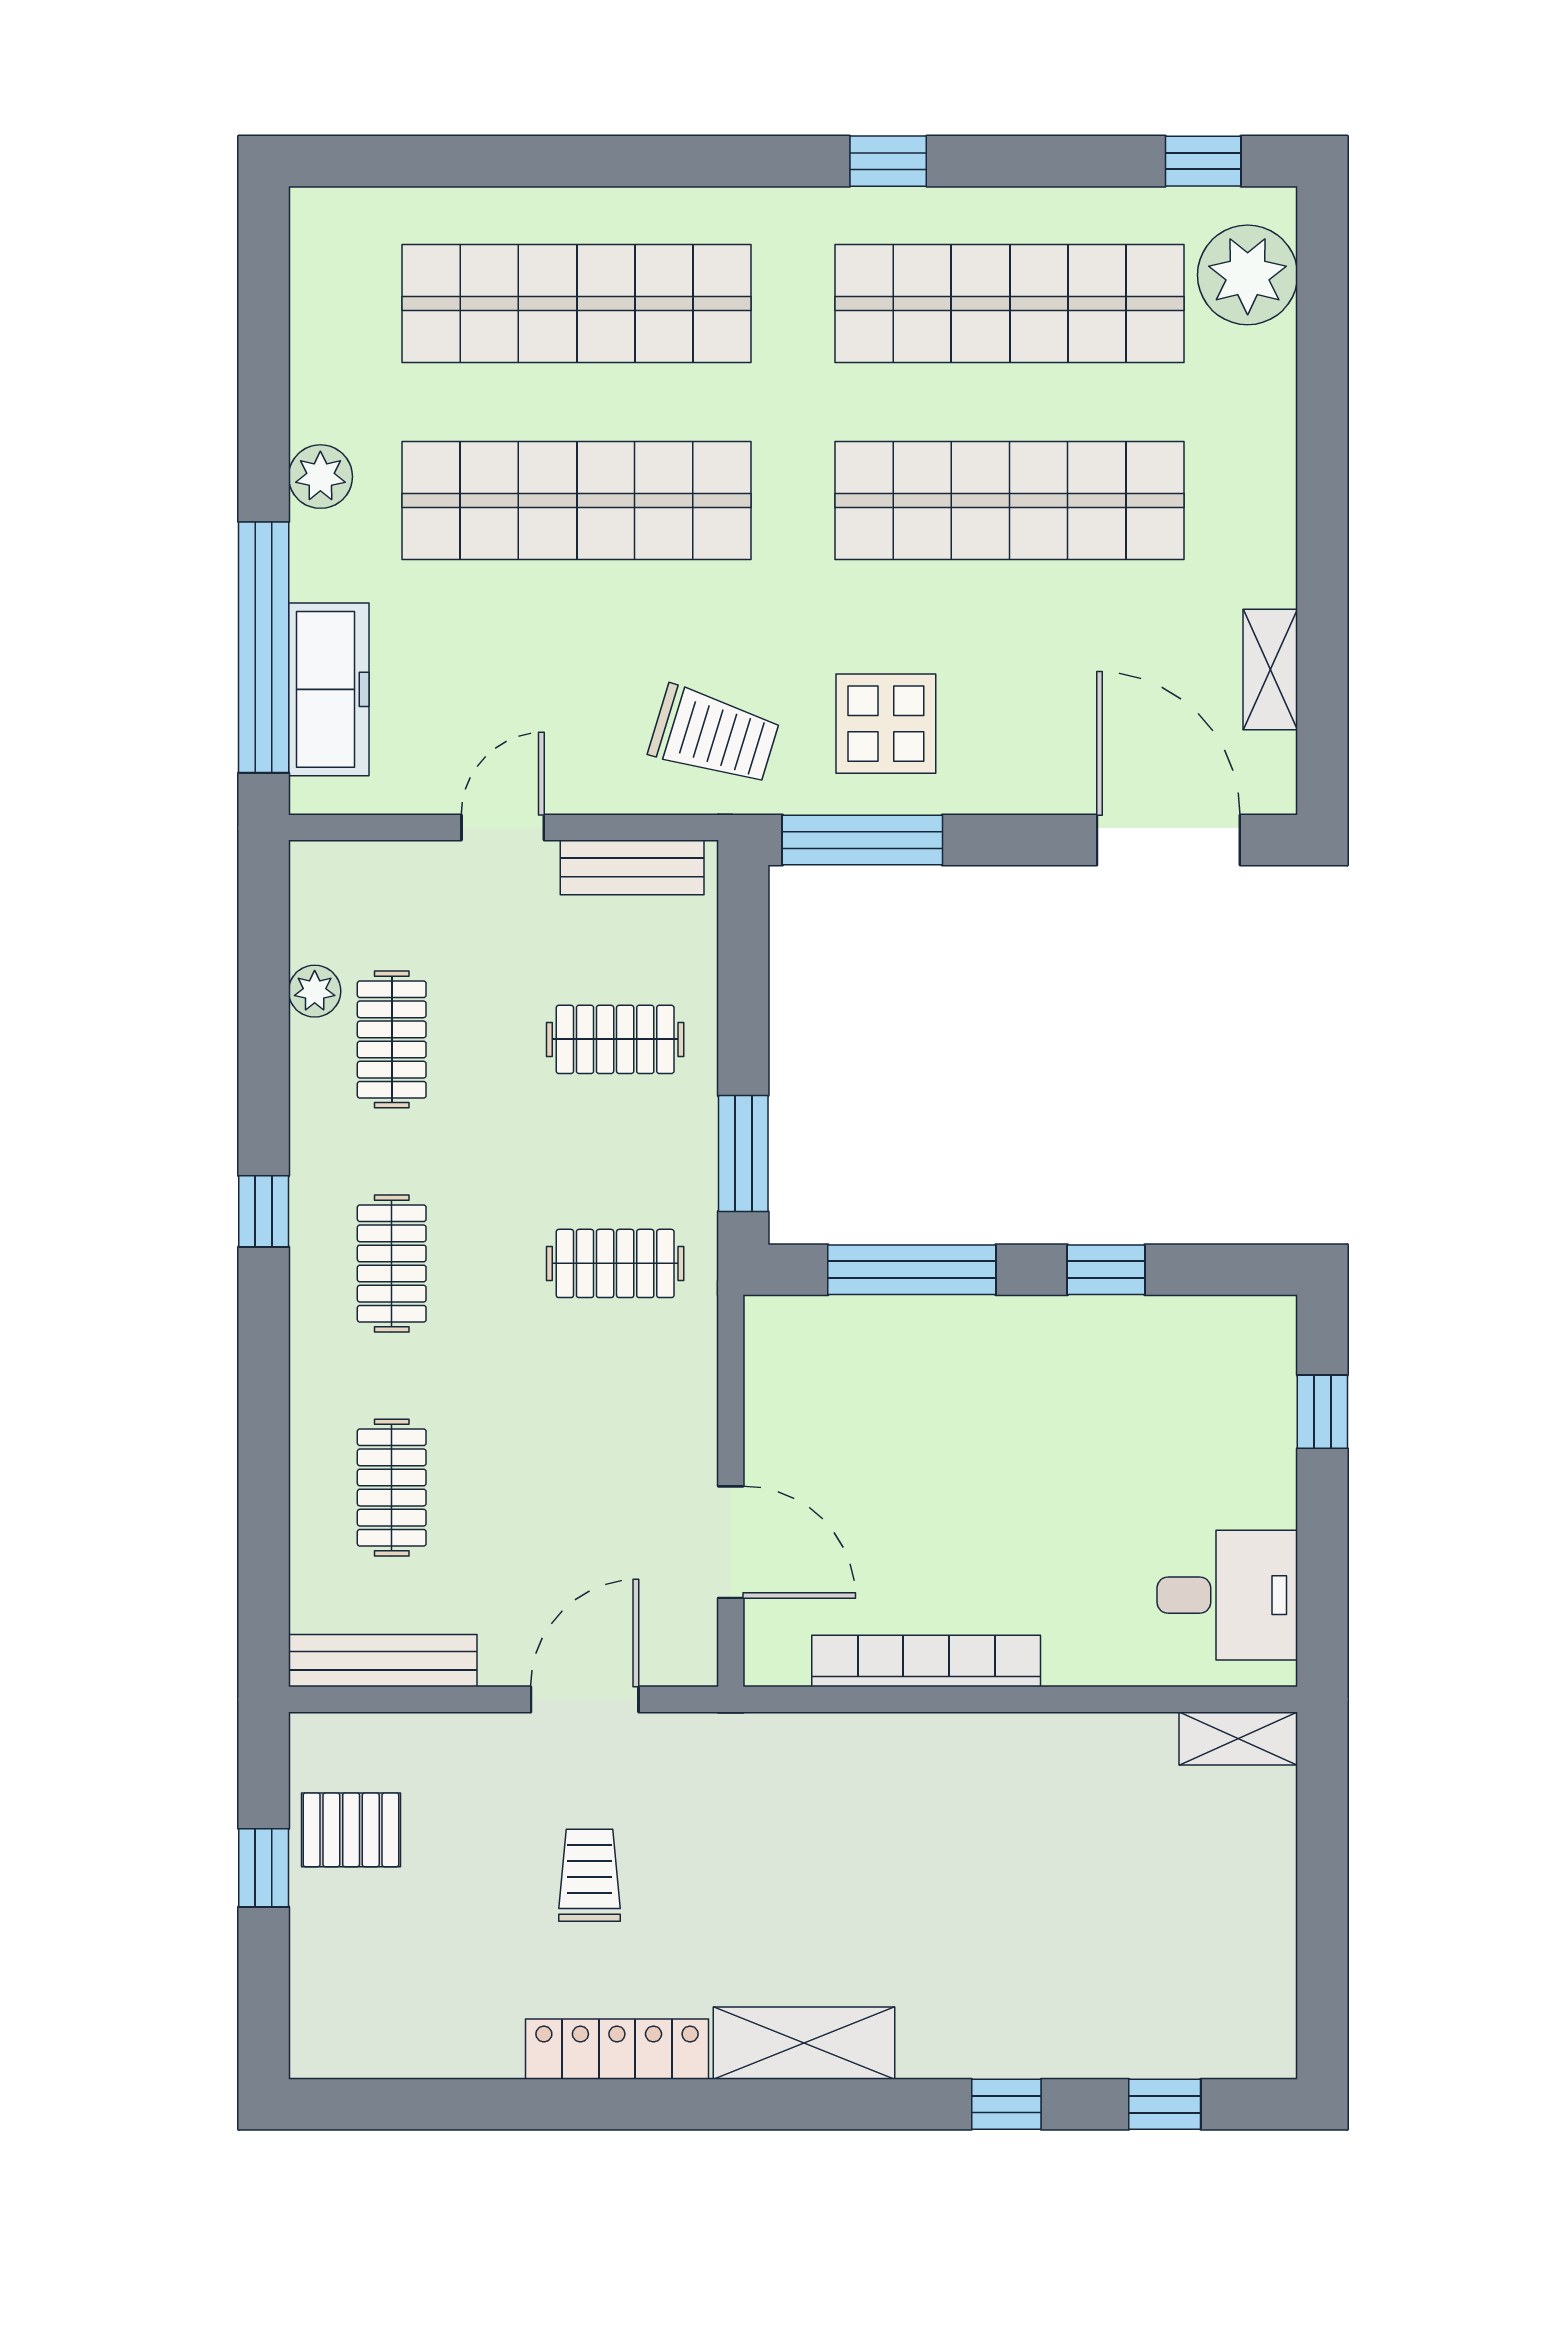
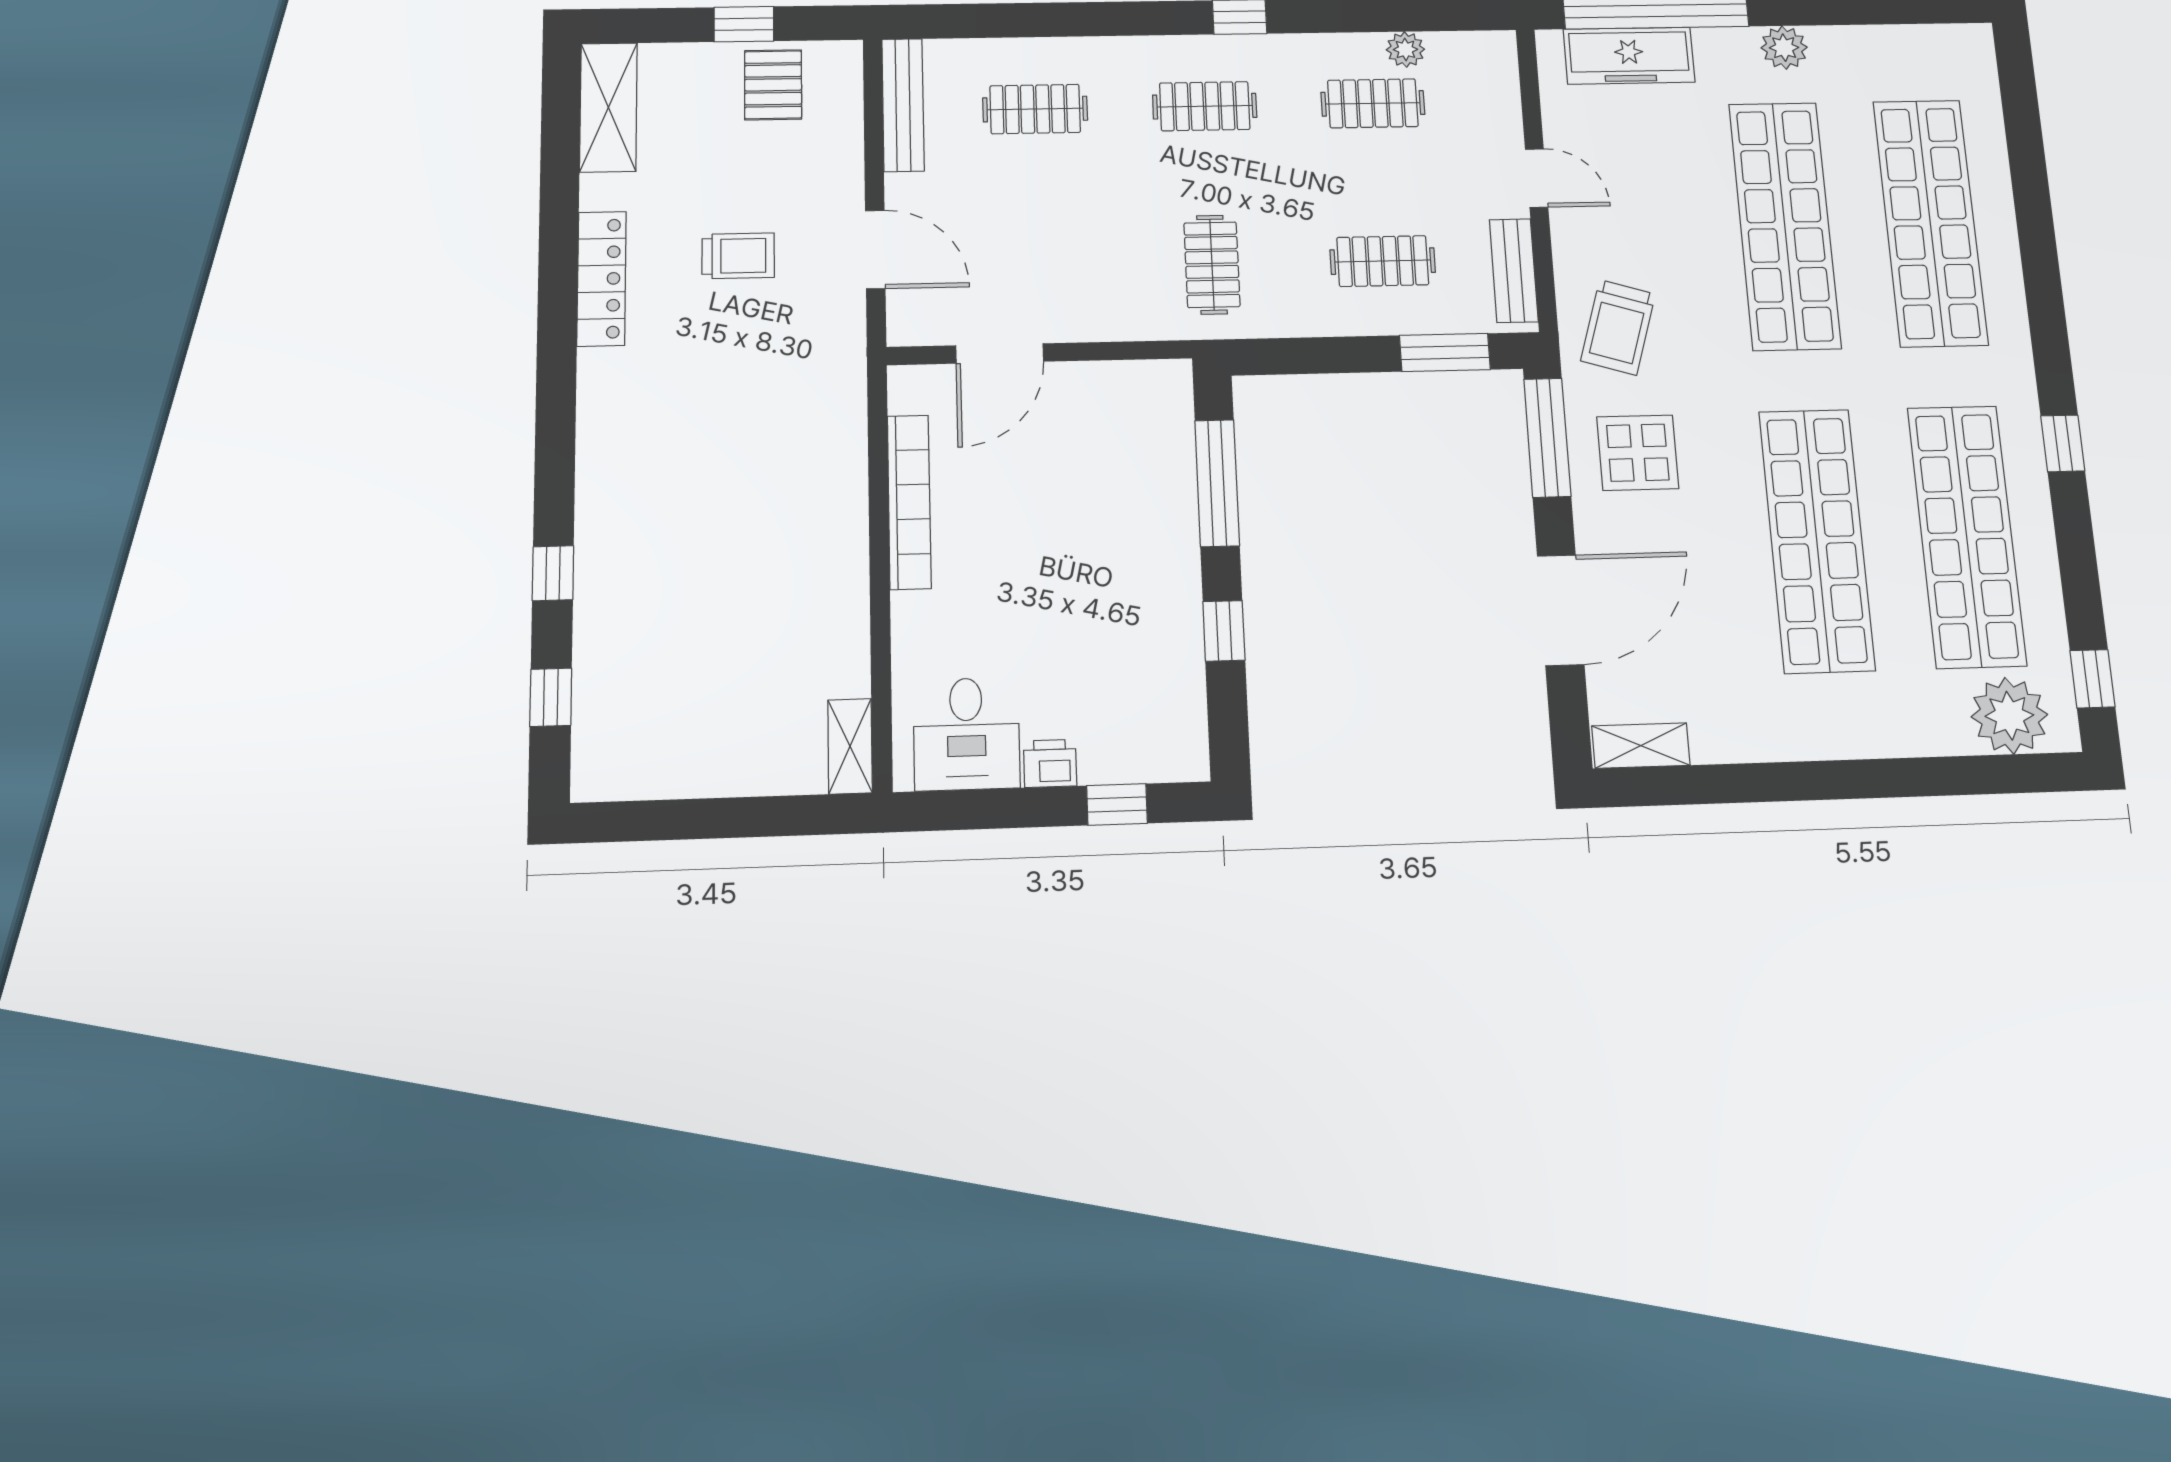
shelving: (1270, 669) -> (1641, 746), moved
door: (1168, 840) -> (1561, 610), moved
clothes rail: (615, 1039) -> (1383, 261), turned 90
window: (743, 1154) -> (1445, 352), moved
printer: (1268, 1493) -> (1050, 763), added
shelving: (804, 2043) -> (608, 107), moved

